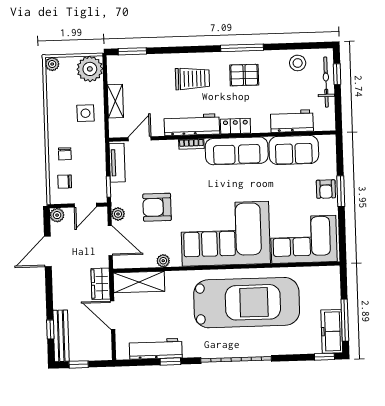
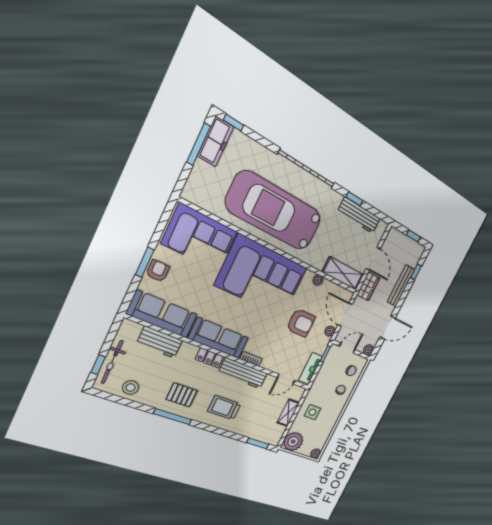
sofa: (294, 150) -> (162, 314), width x1.36
bench: (61, 336) -> (401, 286), moved

